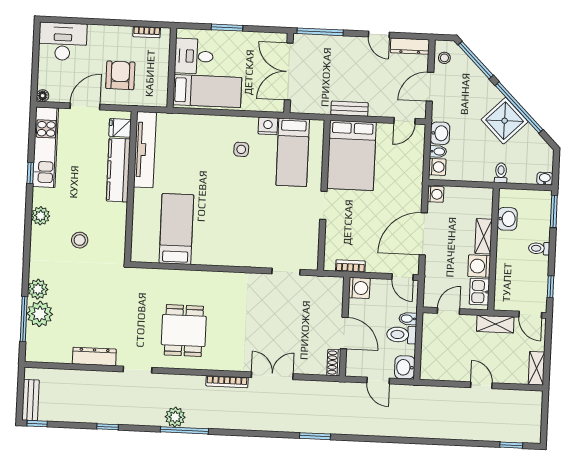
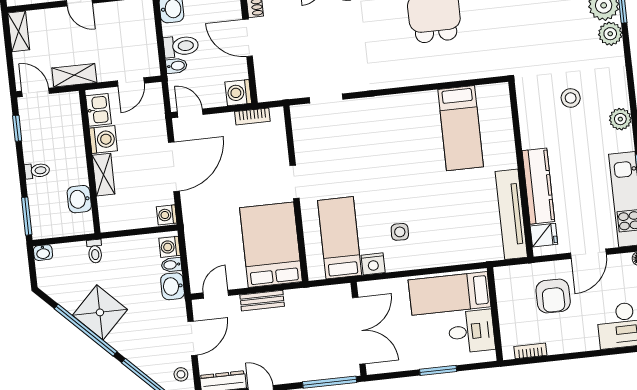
bench: (350, 109) -> (262, 301), moved

